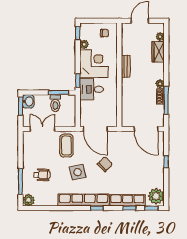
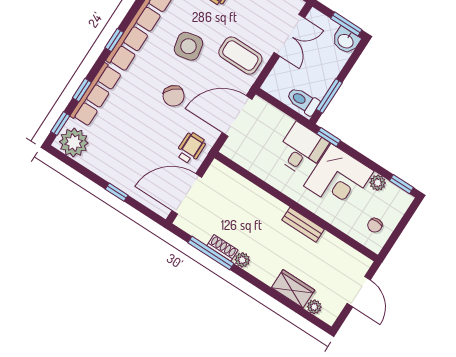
toilet: (55, 103) -> (303, 101), moved
wheelchair: (124, 141) -> (191, 148), added

